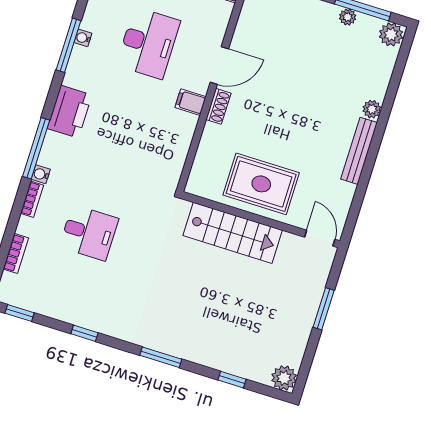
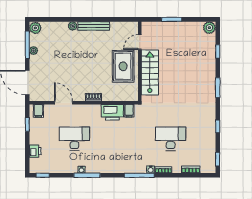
door: (219, 66) -> (63, 103), moved
filing cabinet: (190, 102) -> (129, 111), moved
printer: (70, 112) -> (112, 112), moved, turned 180
desk: (89, 233) -> (171, 139), width x1.37
door: (320, 238) -> (140, 42), moved

